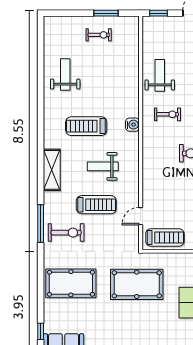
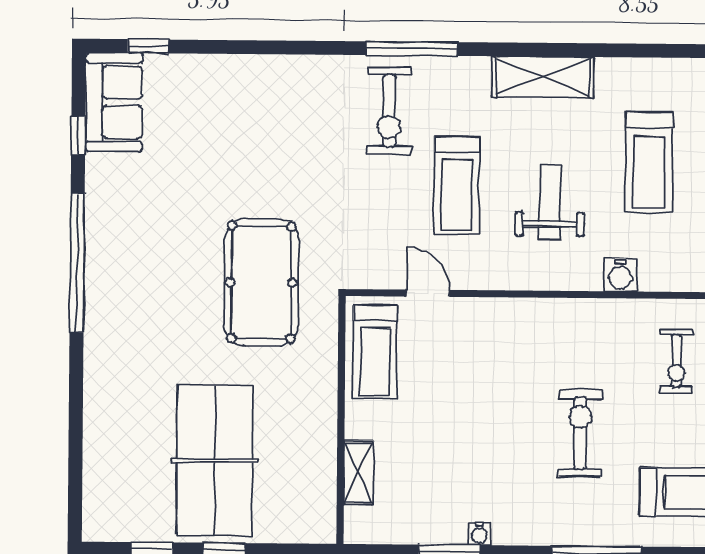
water cooler: (132, 125) -> (620, 275), moved
treadmill: (86, 126) -> (649, 162), turned 180
pool table: (71, 283) -> (265, 121), removed

